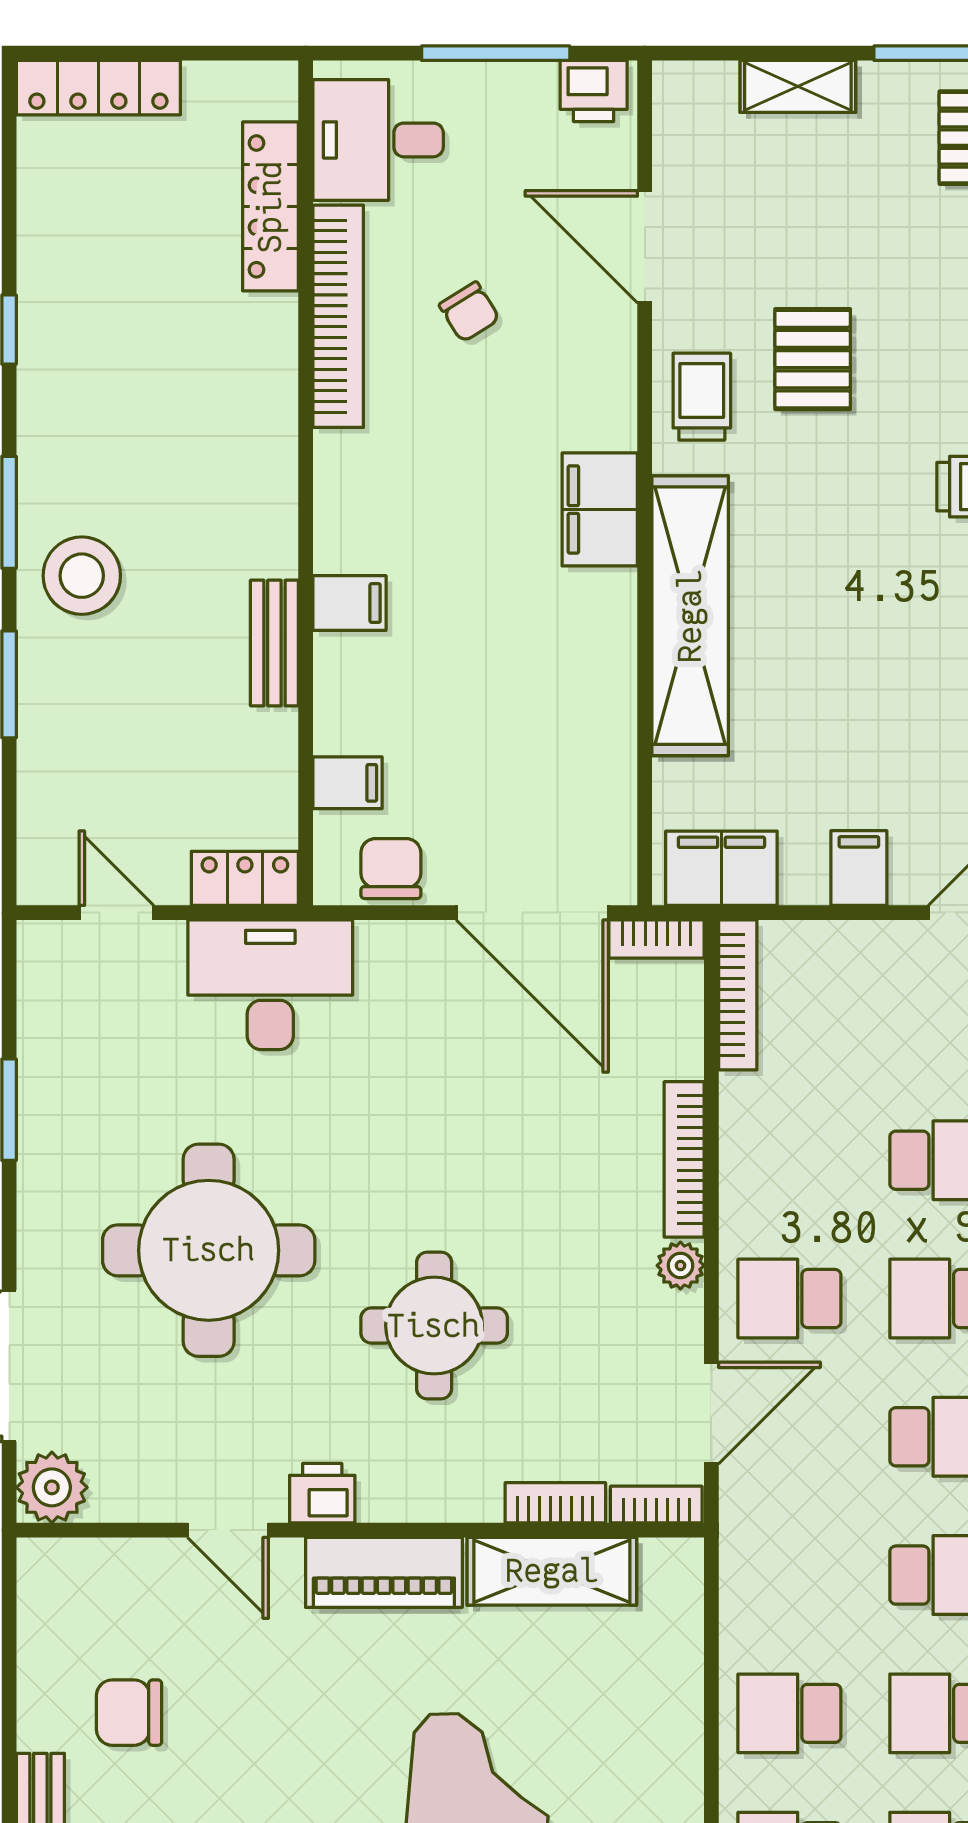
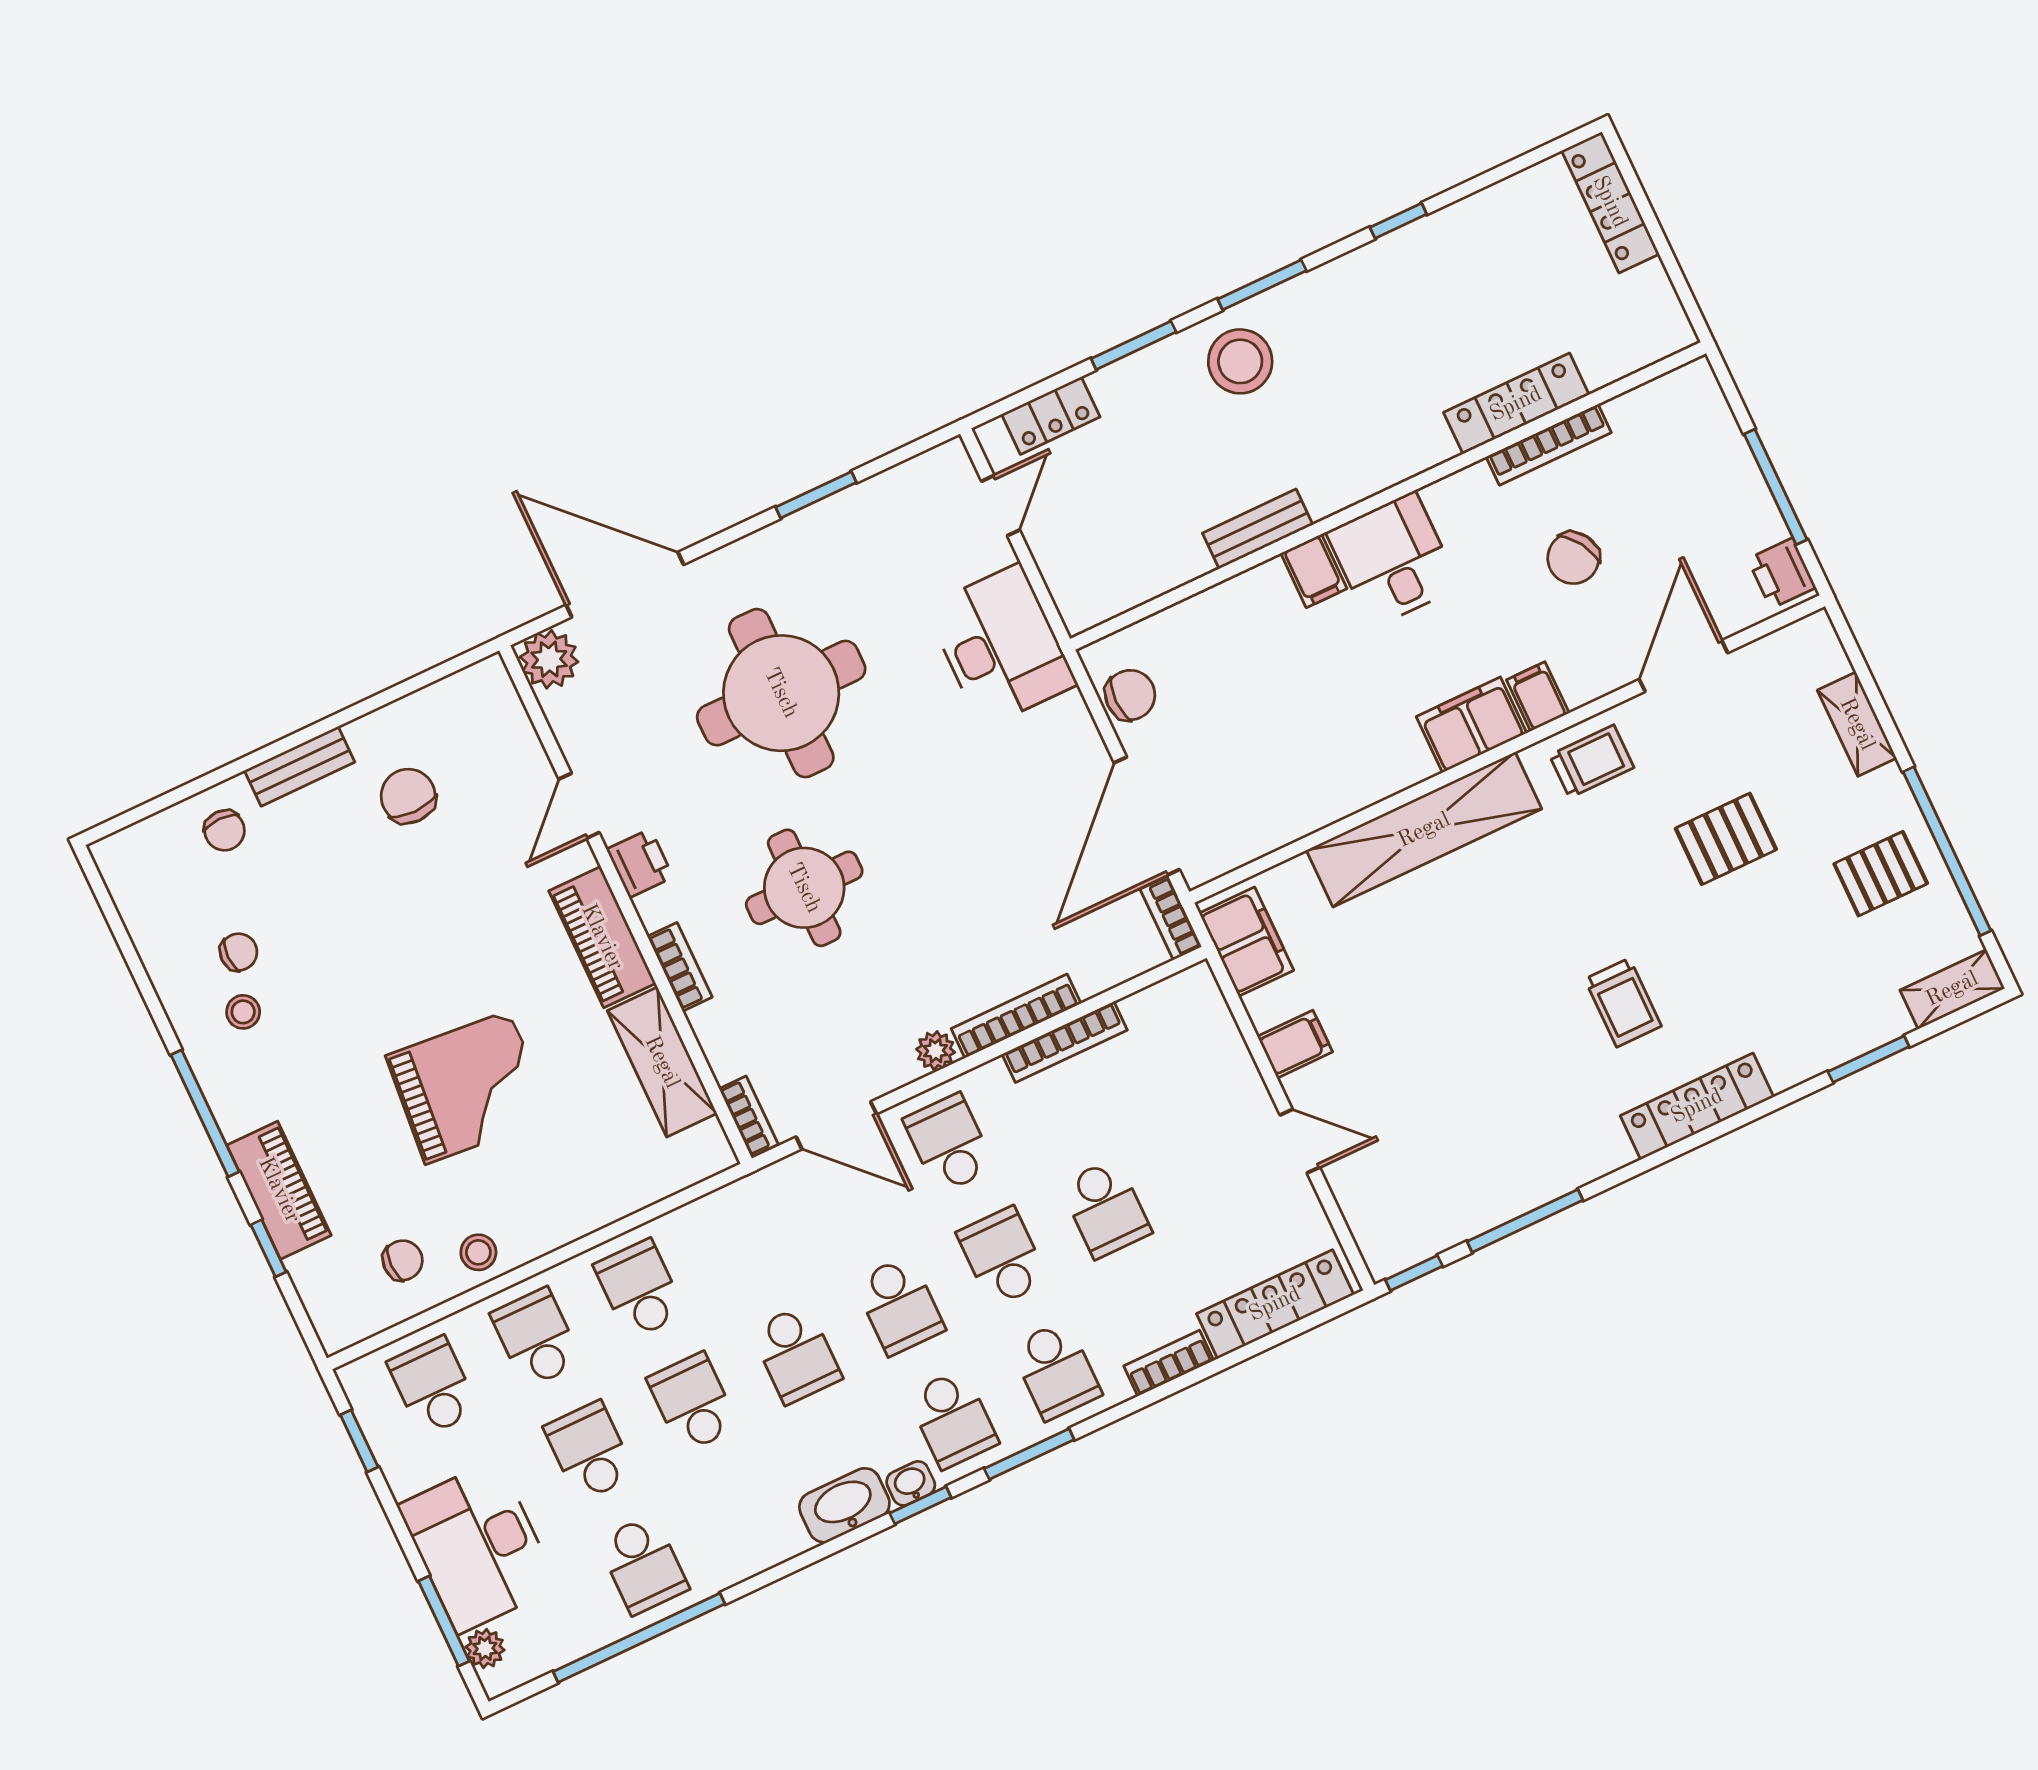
desk: (378, 140) -> (1393, 560), moved
locker: (270, 206) -> (1516, 404), moved
chair: (469, 312) -> (1573, 558), width x1.37, depth x1.37
bookcase: (338, 316) -> (1549, 445), width x0.68, depth x0.76
pallet: (813, 359) -> (1726, 839), moved
filing cabinet: (348, 783) -> (1538, 696), moved, turned 180
locker: (245, 878) -> (1051, 416), moved, turned 90
bookcase: (738, 995) -> (1065, 1042), moved
bookcase: (555, 1503) -> (680, 967), moved

